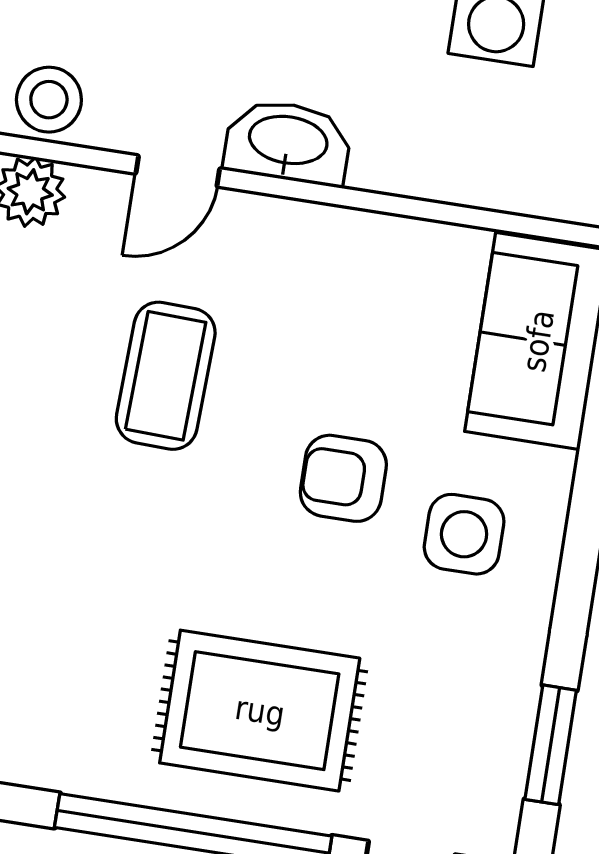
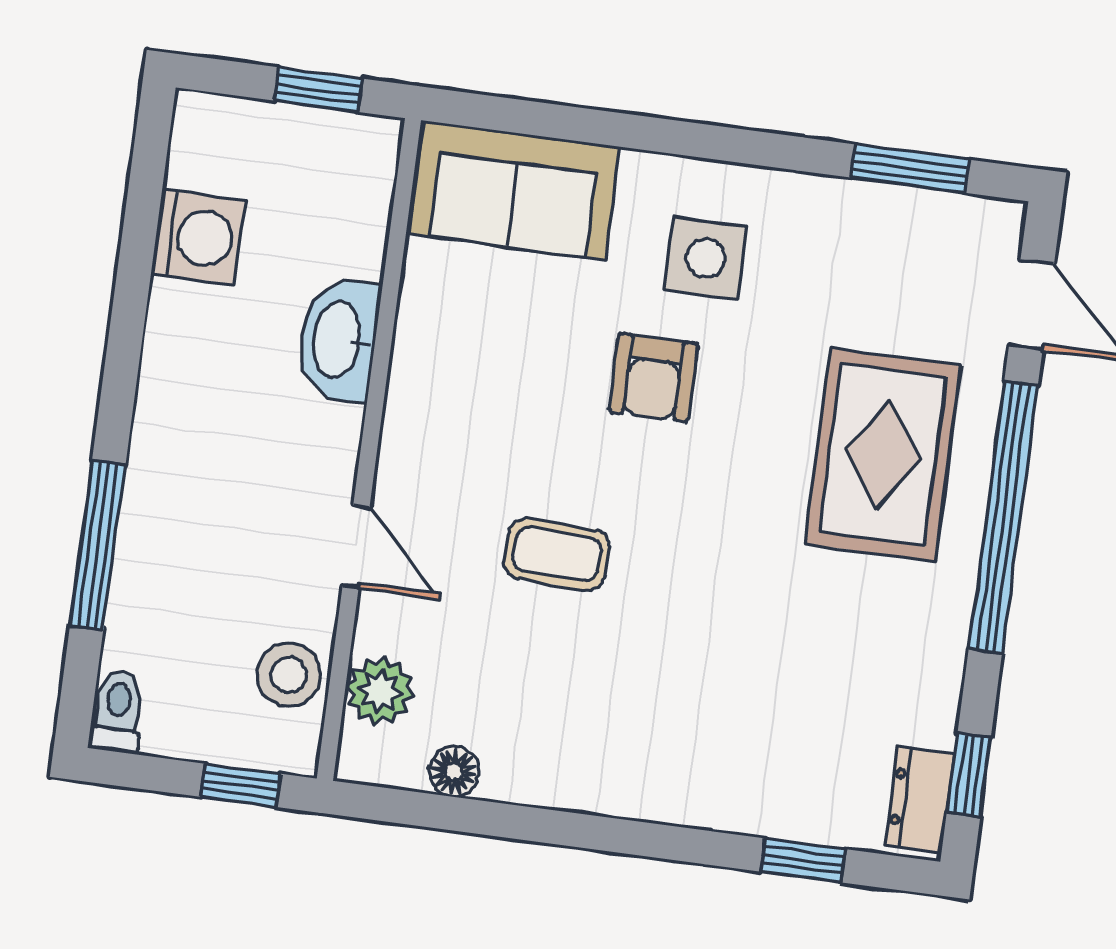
washbasin: (288, 142) -> (339, 340), moved
coffee table: (166, 376) -> (557, 554), width x0.73, depth x0.77

